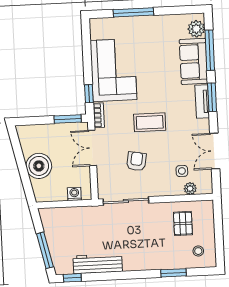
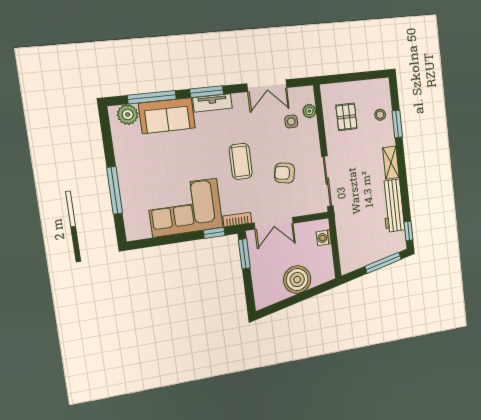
pallet: (183, 223) -> (347, 117), turned 90
stool: (198, 251) -> (380, 115), moved
shelving: (138, 264) -> (391, 163), added

